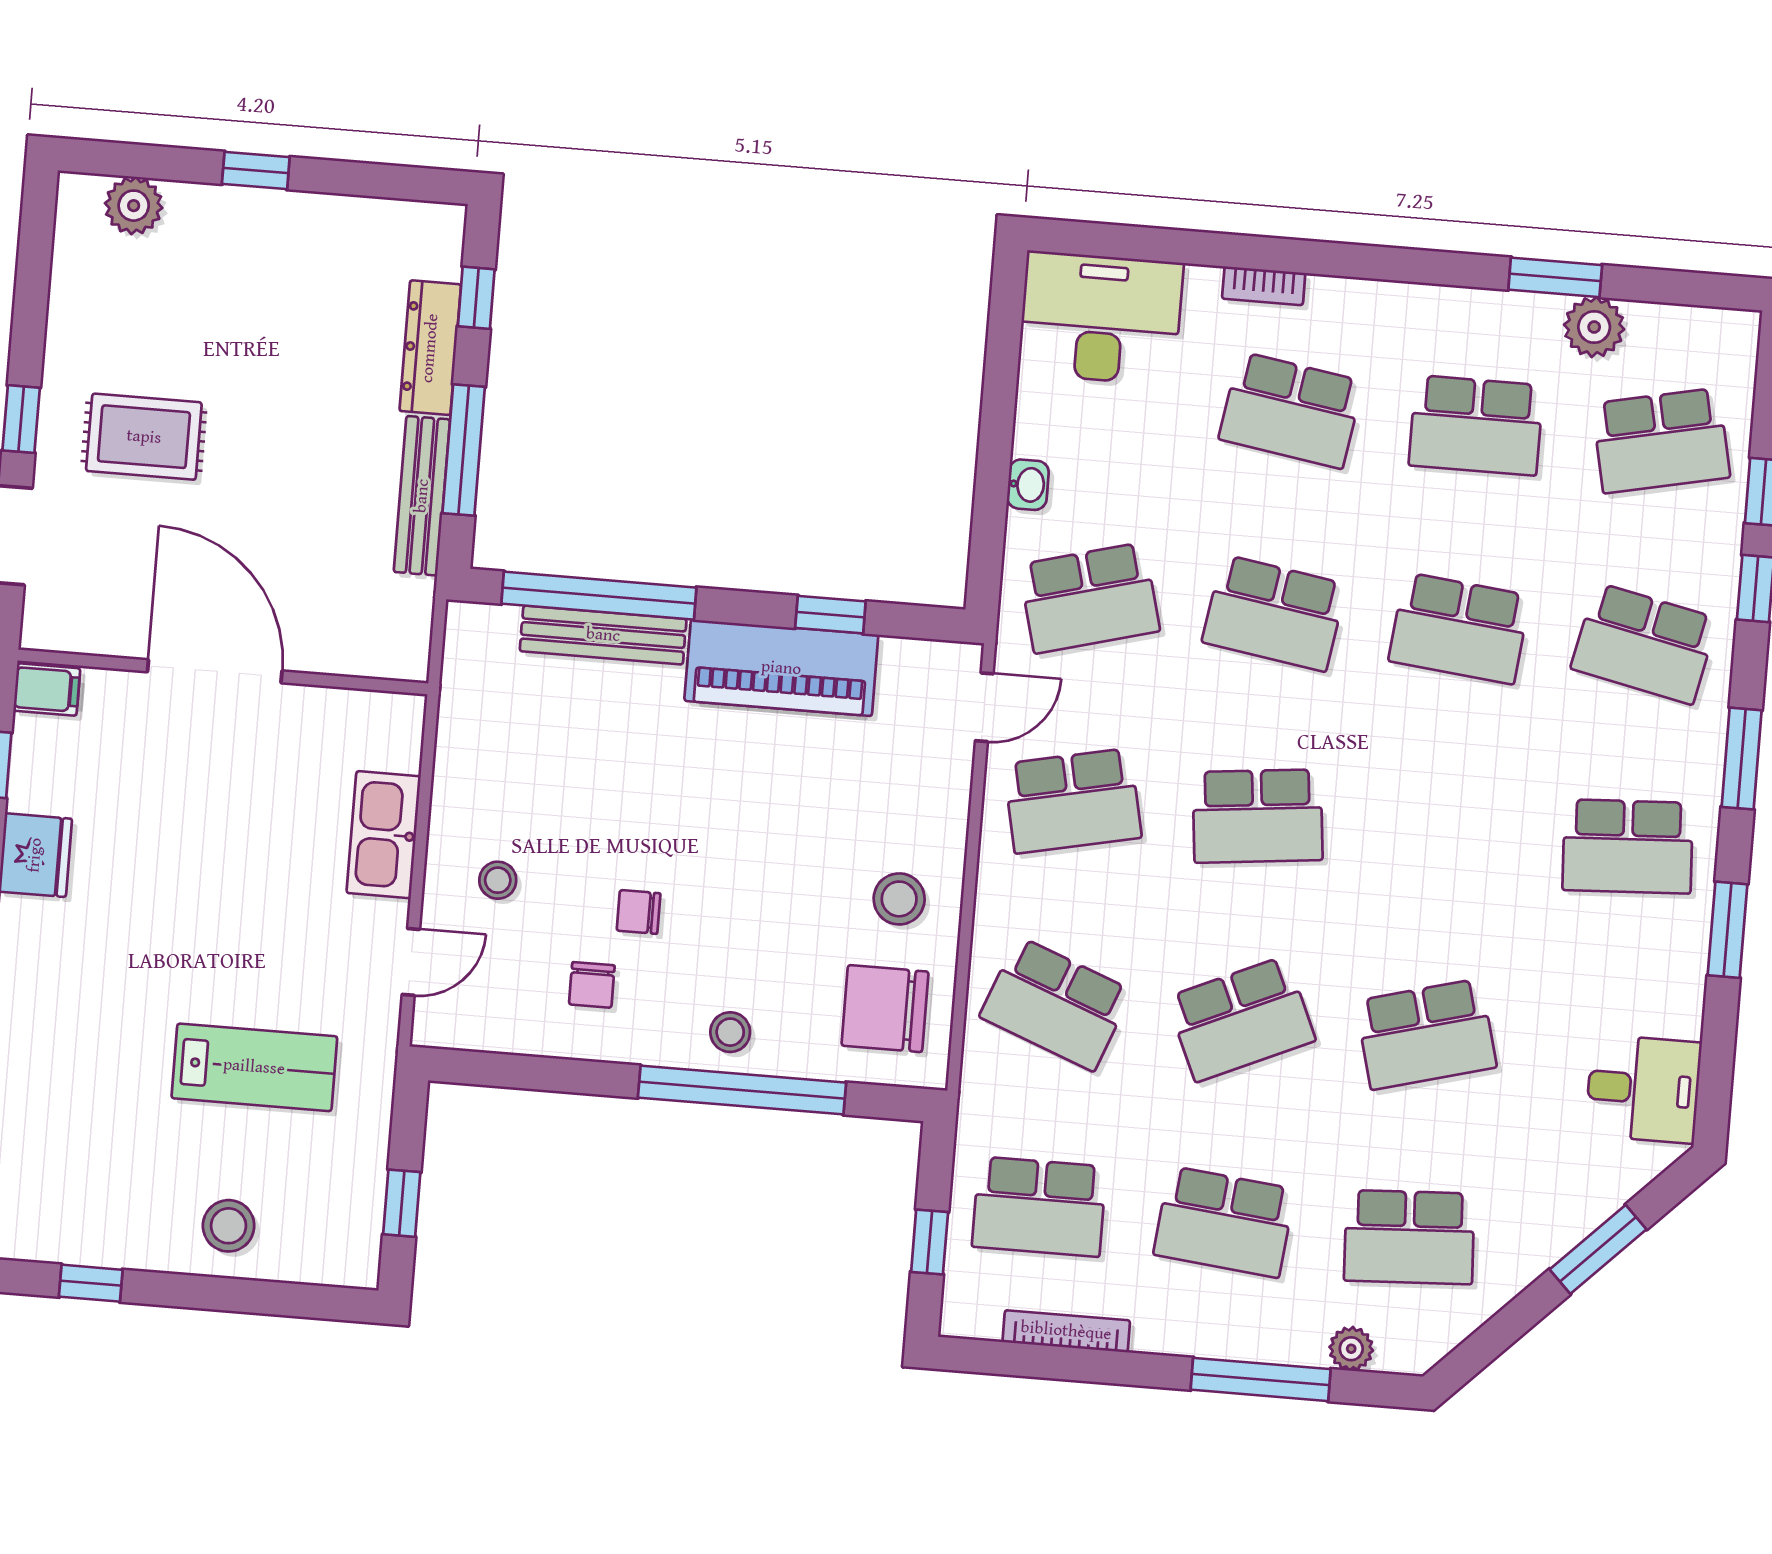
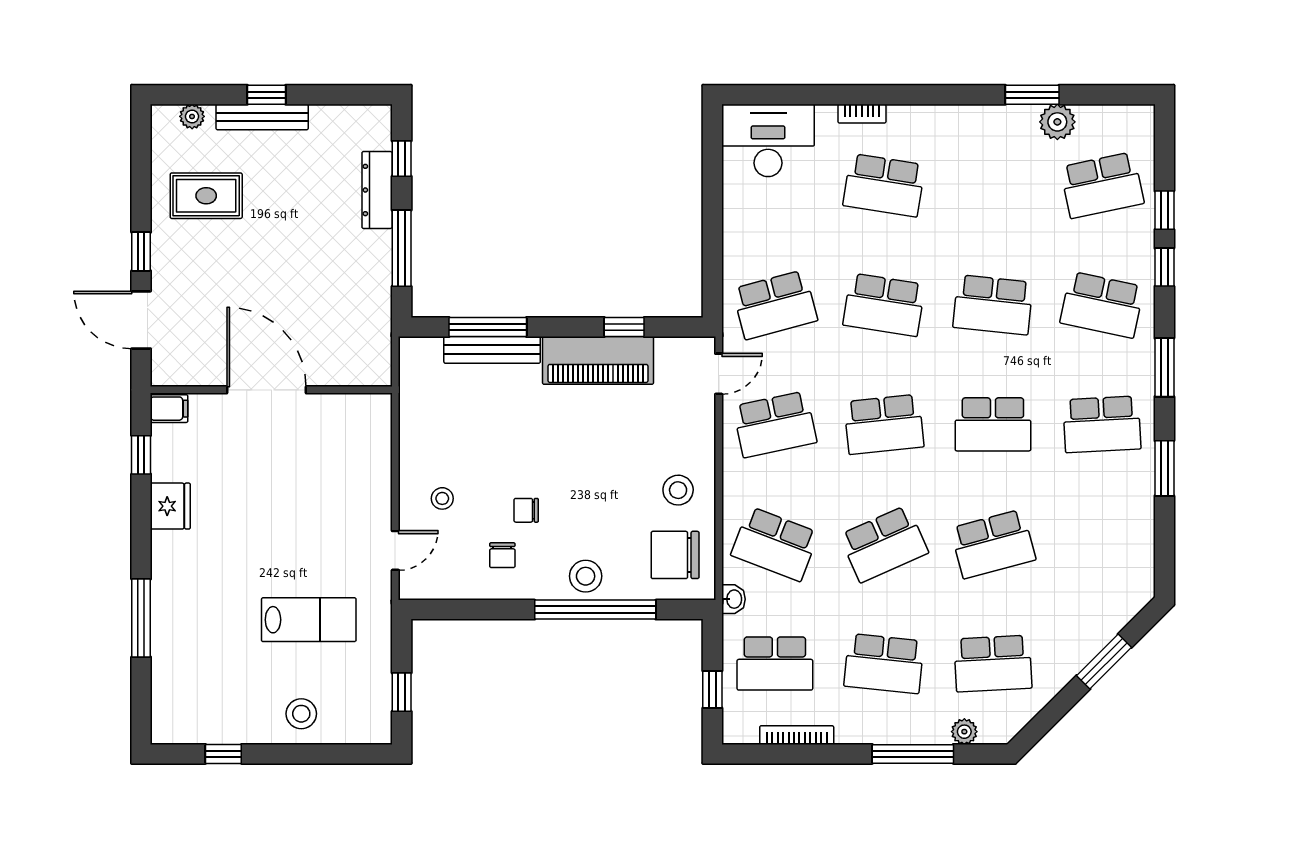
plant: (134, 206) -> (192, 116), width x0.73, depth x0.73
school desk: (1476, 425) -> (993, 424), moved
rug: (144, 437) -> (206, 196), moved
washbasin: (1028, 485) -> (733, 599), moved
bench: (422, 496) -> (262, 117), moved, turned 90
window: (599, 596) -> (488, 327), width x0.68
kitchen sink: (384, 835) -> (373, 477), removed
stool: (730, 1032) -> (586, 576), width x1.37, depth x1.37
desk: (1643, 1089) -> (1123, 565), removed

